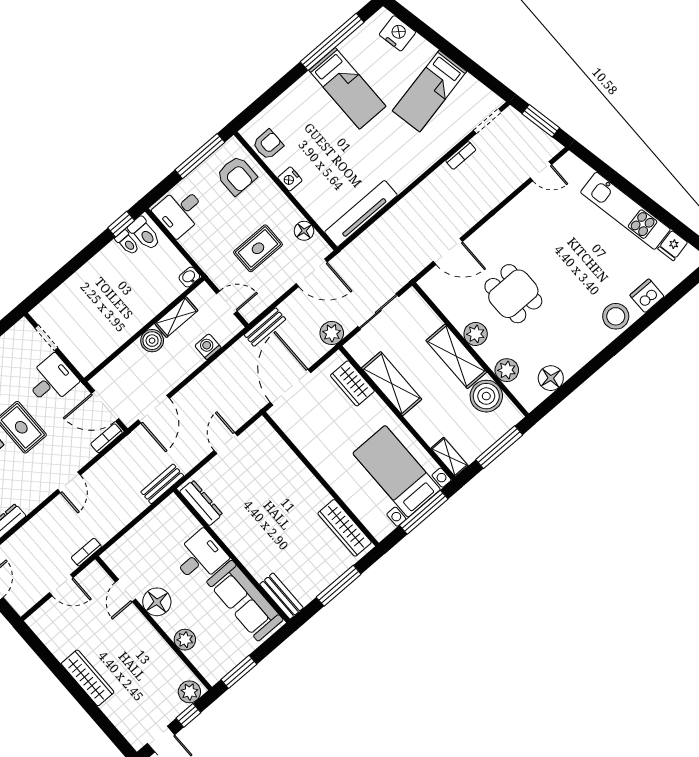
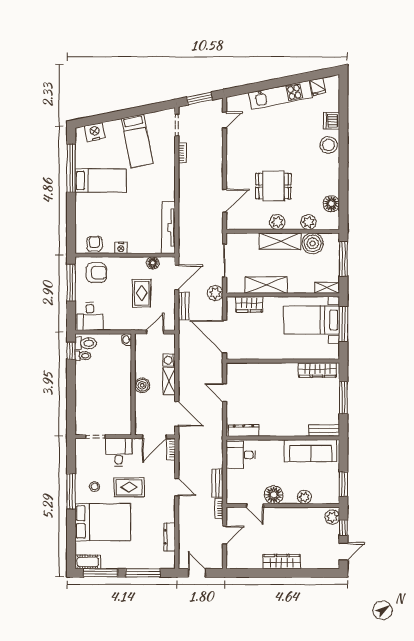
shelving: (176, 317) -> (169, 381), moved
bench: (265, 327) -> (184, 306), moved
bench: (162, 484) -> (217, 483), moved
desk: (200, 557) -> (241, 455), moved, turned -90

